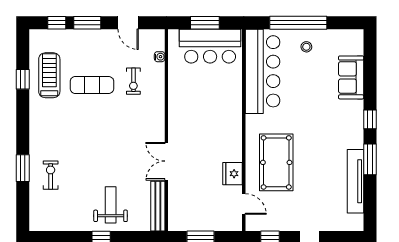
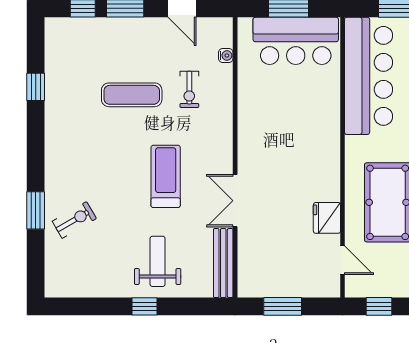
treadmill: (49, 75) -> (166, 176), moved
exercise bike: (51, 175) -> (74, 220), turned 60

